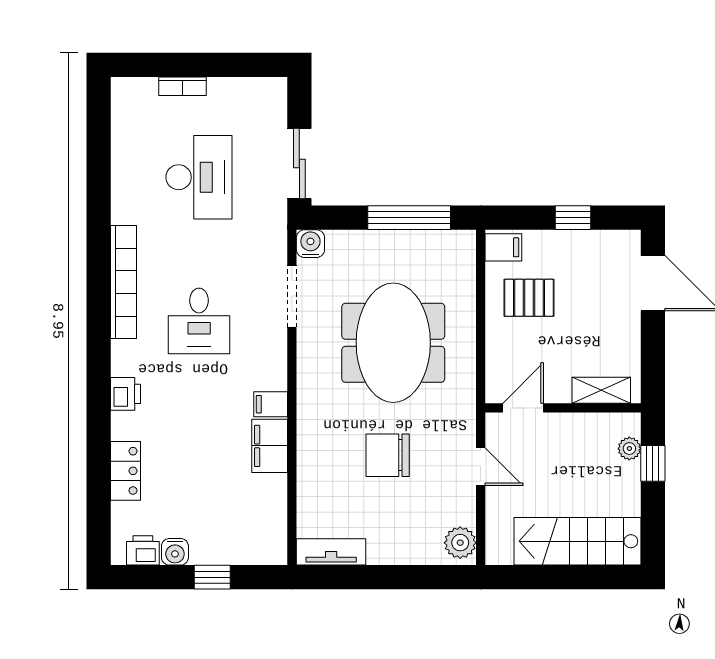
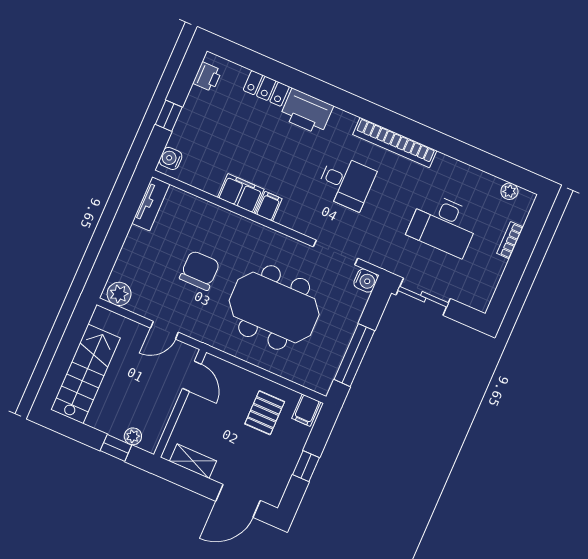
plant: (122, 113) -> (509, 191), added
desk: (199, 321) -> (346, 182), turned 180
shelving: (601, 390) -> (193, 461), moved, turned 90
printer: (126, 394) -> (307, 112), width x1.87, depth x1.48
water cooler: (175, 552) -> (171, 158), moved

